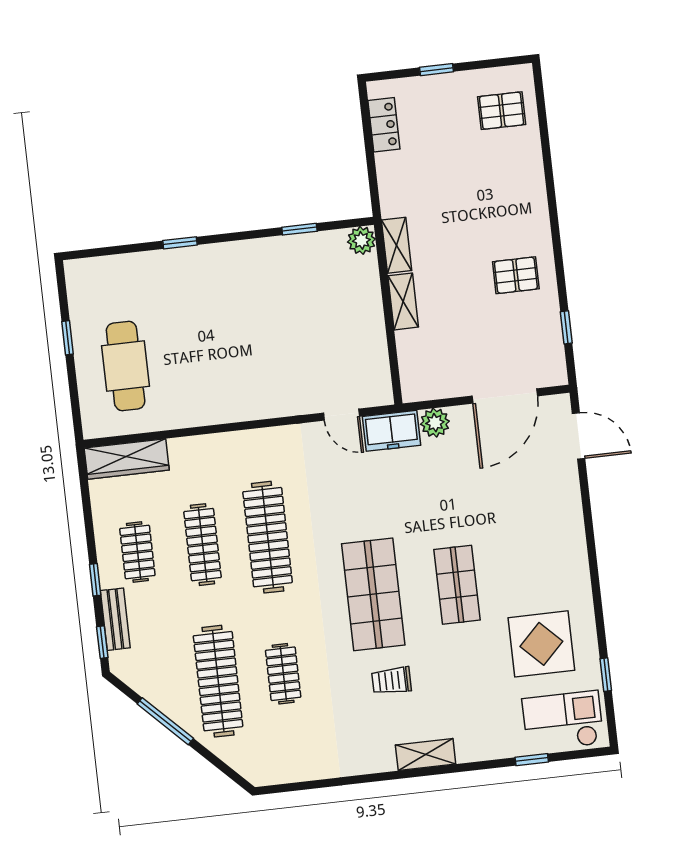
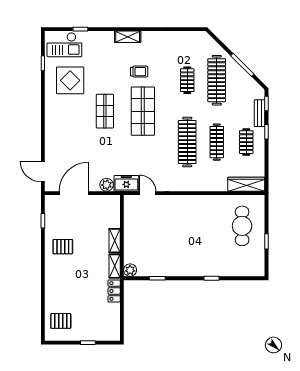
locker: (384, 125) -> (114, 291), moved

